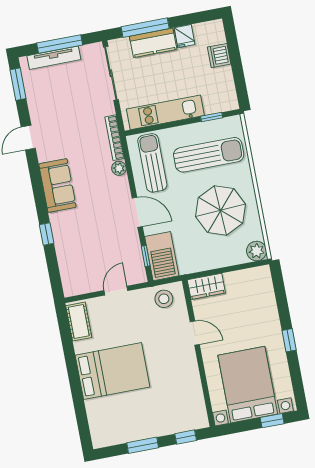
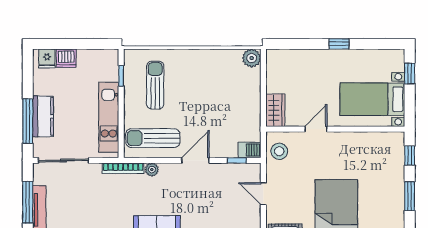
fridge: (185, 36) -> (47, 58), moved, turned 90
sun lounger: (209, 155) -> (155, 85), width x0.73, depth x0.75
parasol: (221, 210) -> (208, 84), removed
barbecue: (162, 256) -> (250, 150), width x0.53, depth x0.65
bed with nightstands: (248, 385) -> (372, 99), width x0.73

